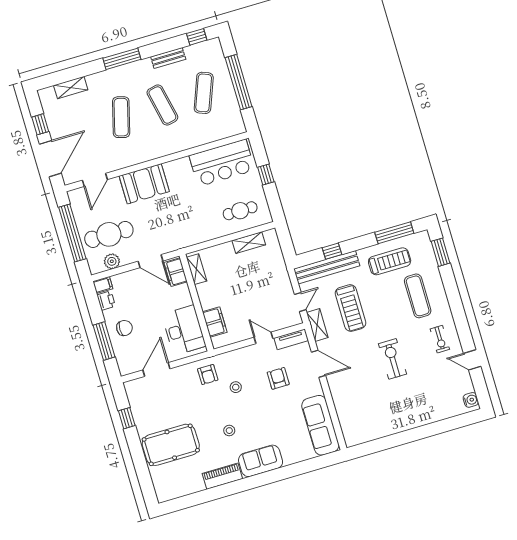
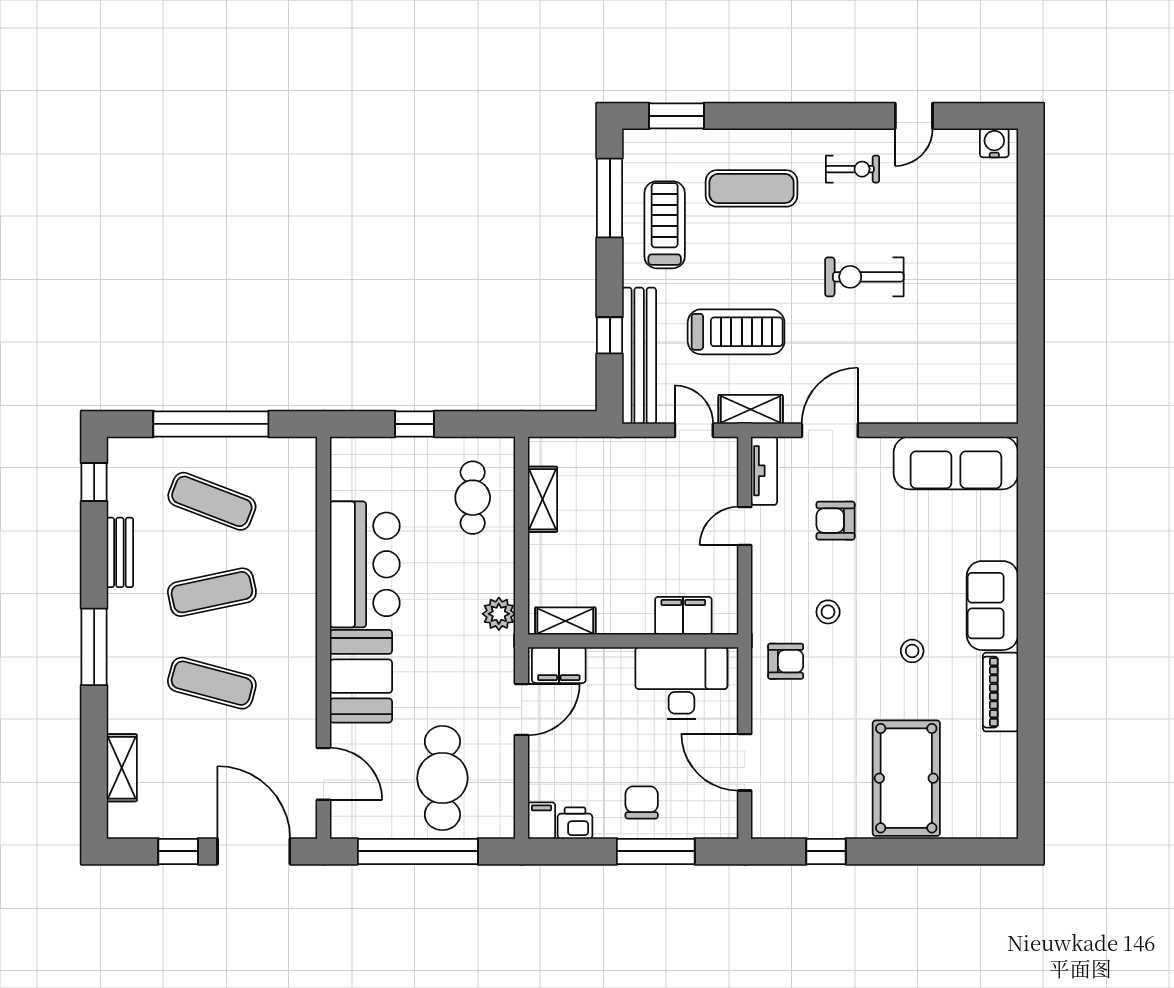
bar counter: (222, 163) -> (365, 564), moved
plant: (112, 261) -> (499, 614), moved

